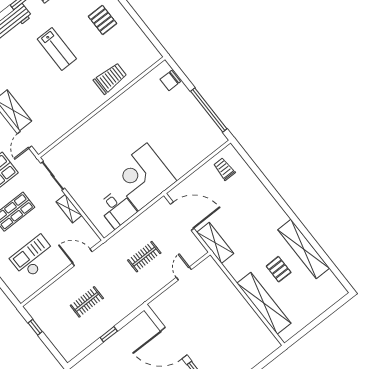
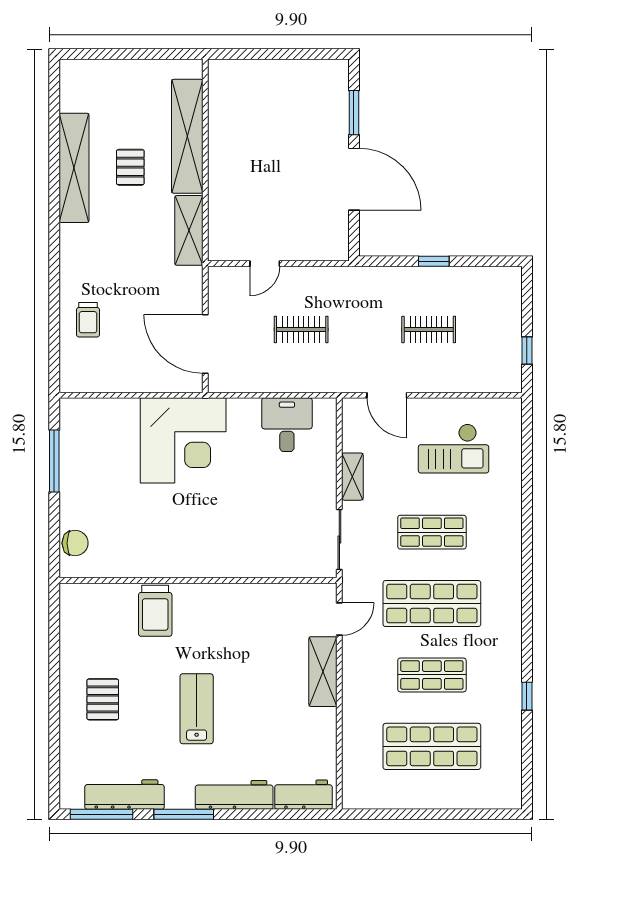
trolley: (110, 78) -> (155, 611), turned -90
window: (209, 110) -> (54, 461), width x0.68
trolley: (224, 169) -> (88, 320), moved
corner desk: (143, 177) -> (183, 440), moved
shelving: (215, 243) -> (189, 230), moved

